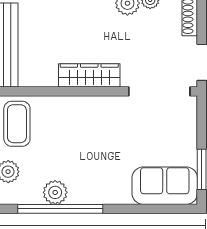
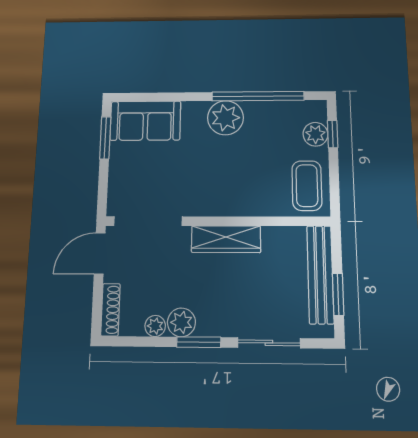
plant: (55, 192) -> (225, 118), moved, width x1.36, depth x1.36

